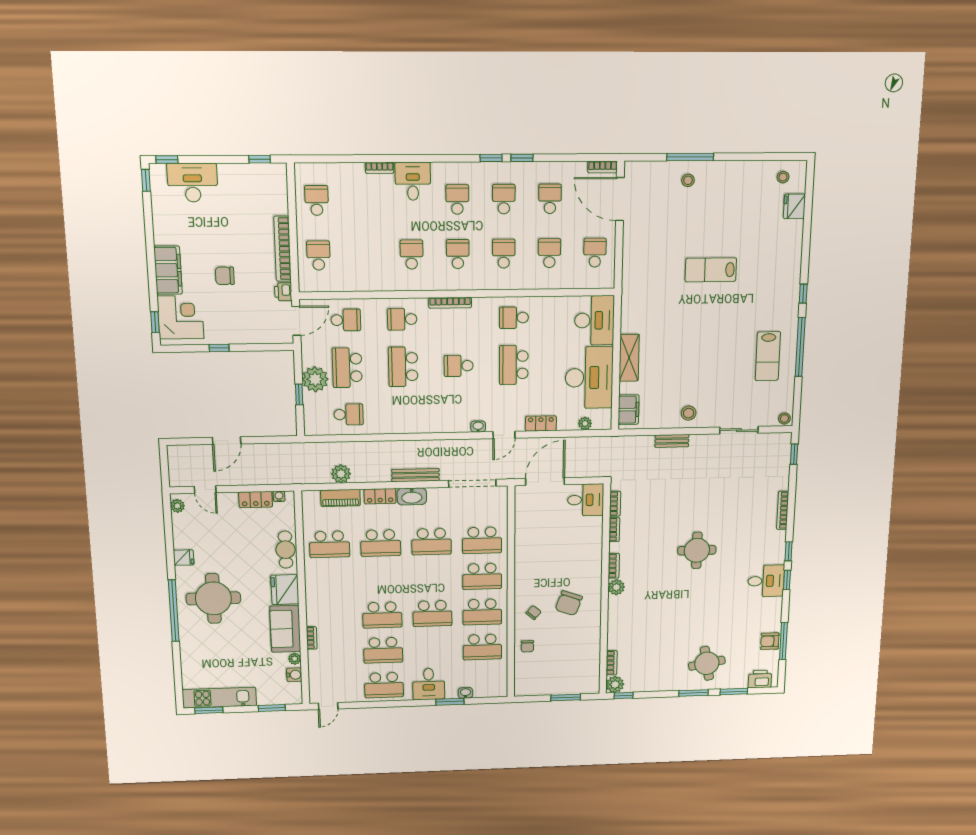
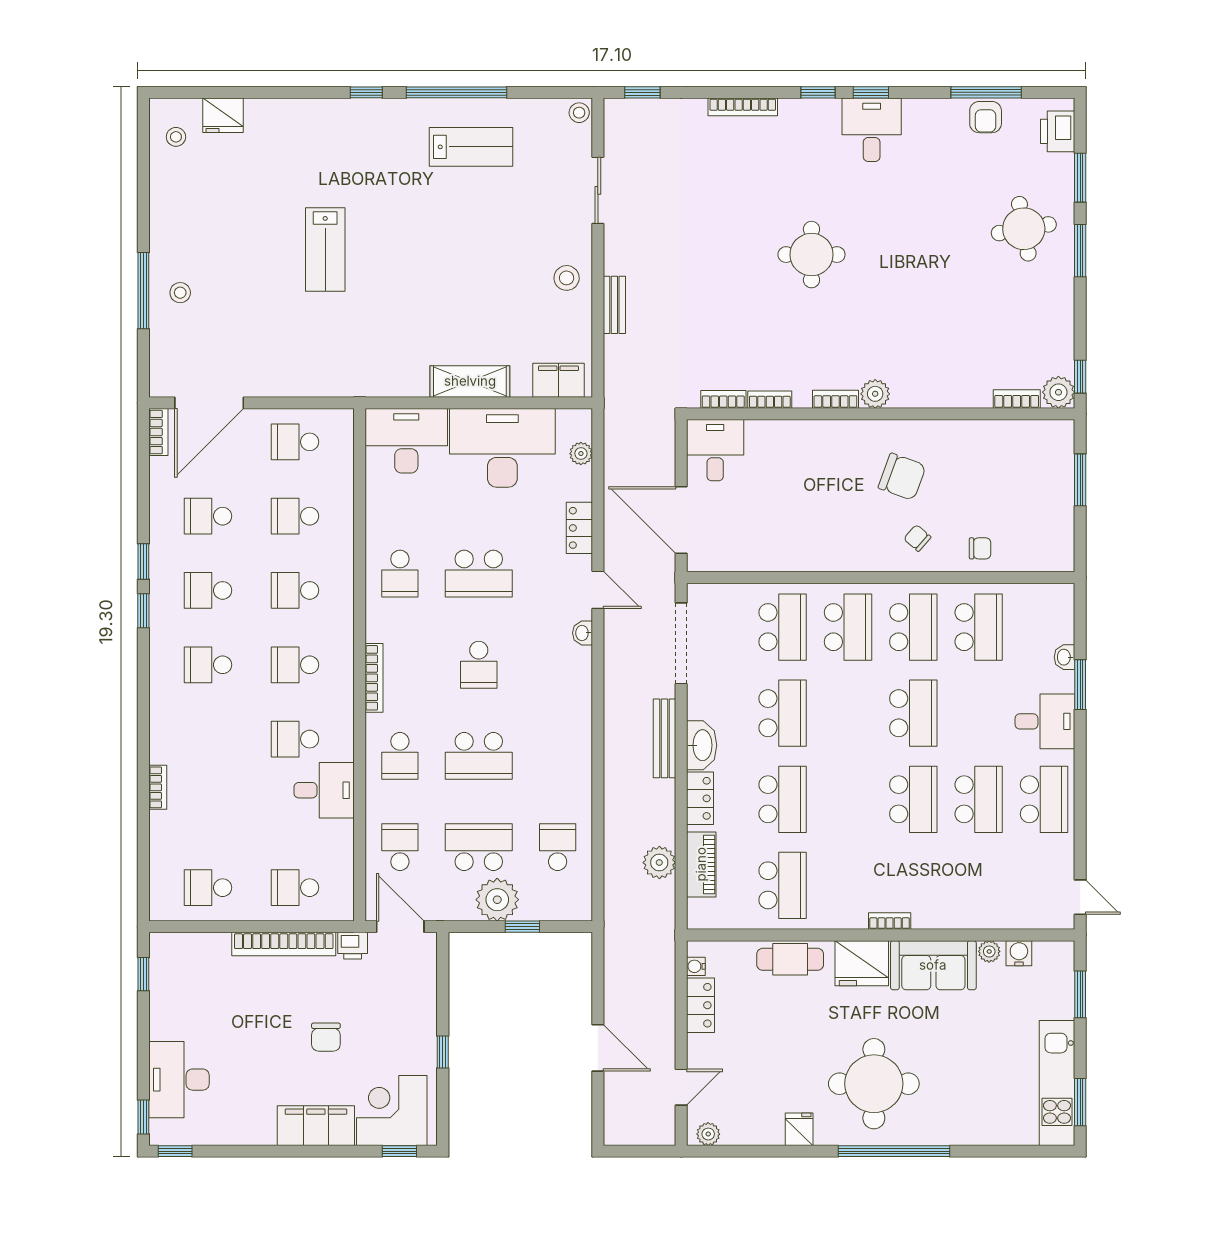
desk: (413, 181) -> (324, 790), moved, turned 180
school desk: (347, 368) -> (479, 847), turned 180
bookcase: (312, 638) -> (890, 921), moved

